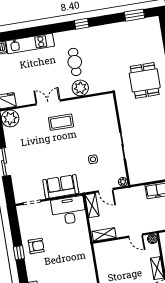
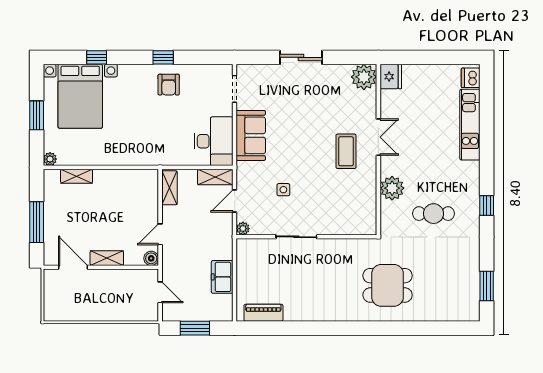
cafe table: (75, 62) -> (434, 214), moved

